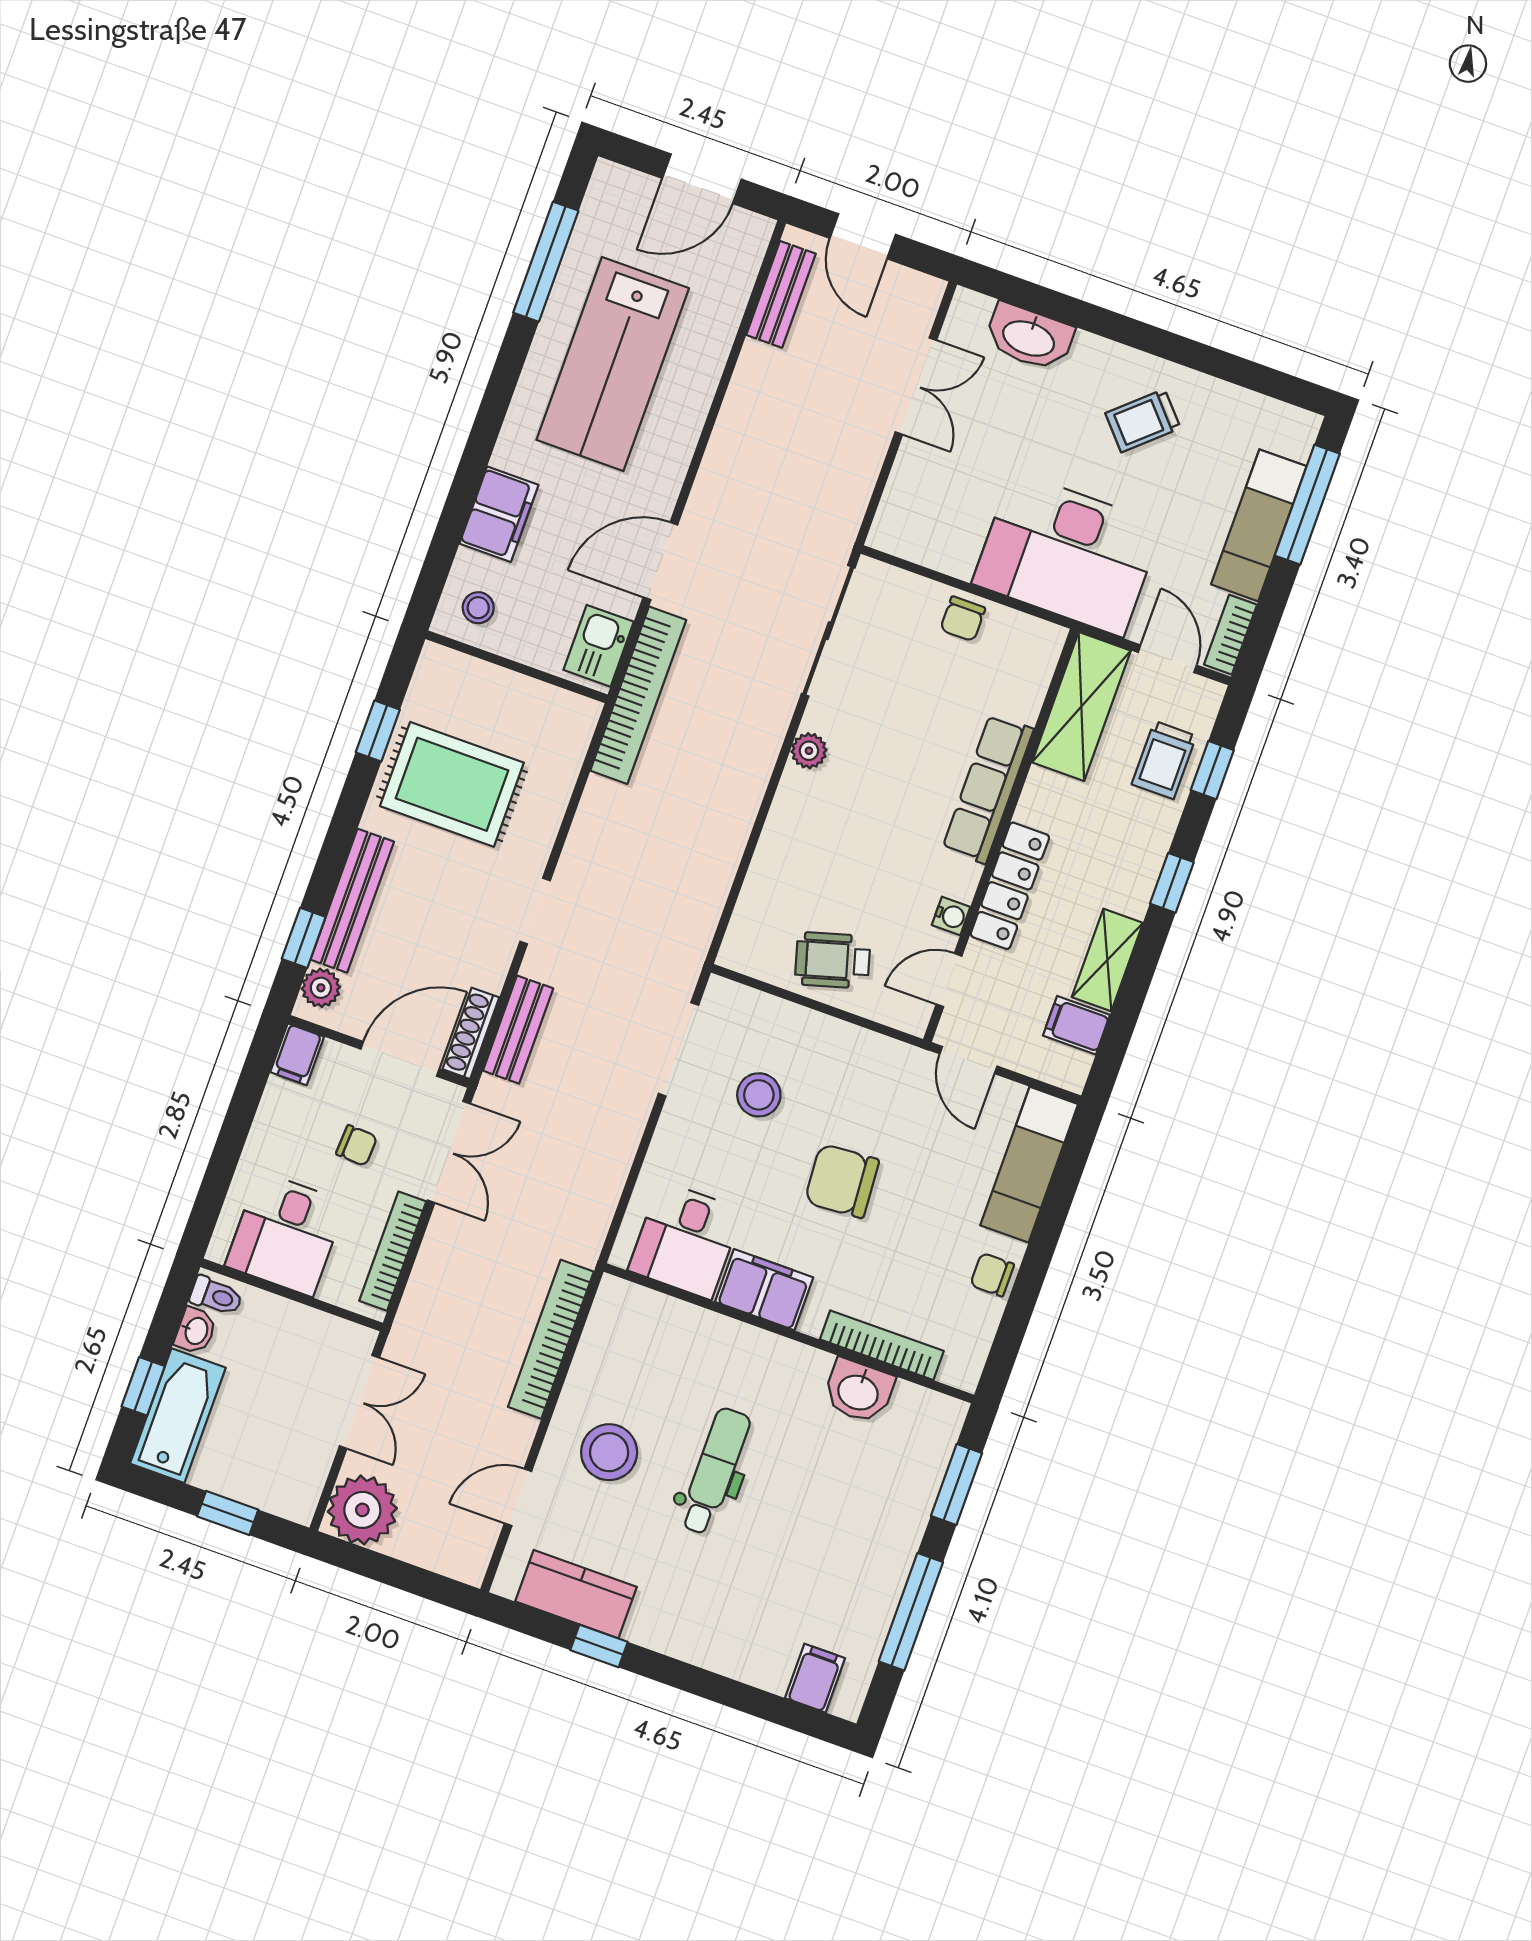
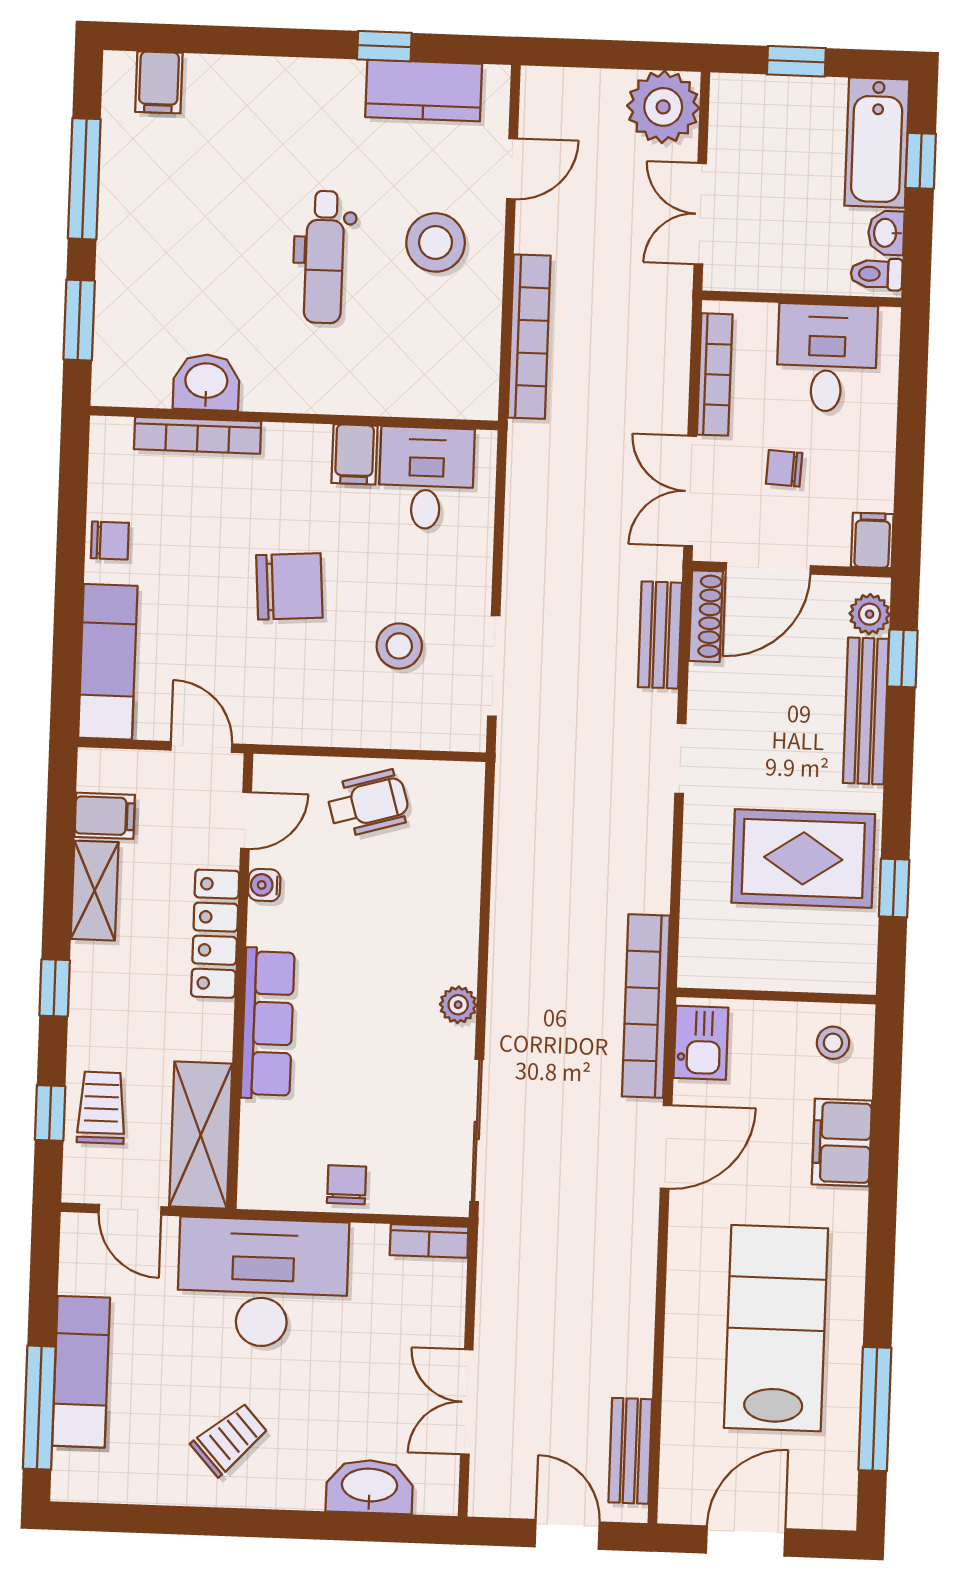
bookcase: (1230, 635) -> (429, 1241), moved, turned 90
filing cabinet: (764, 1290) -> (354, 454), width x0.50

